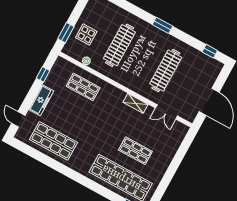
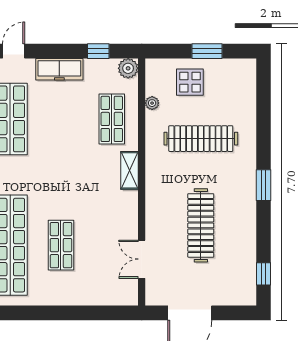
window: (66, 33) -> (207, 51), moved
plant: (61, 63) -> (128, 68), added
clothes rail: (166, 71) -> (201, 225), turned 90
shelving: (136, 103) -> (130, 170), moved

